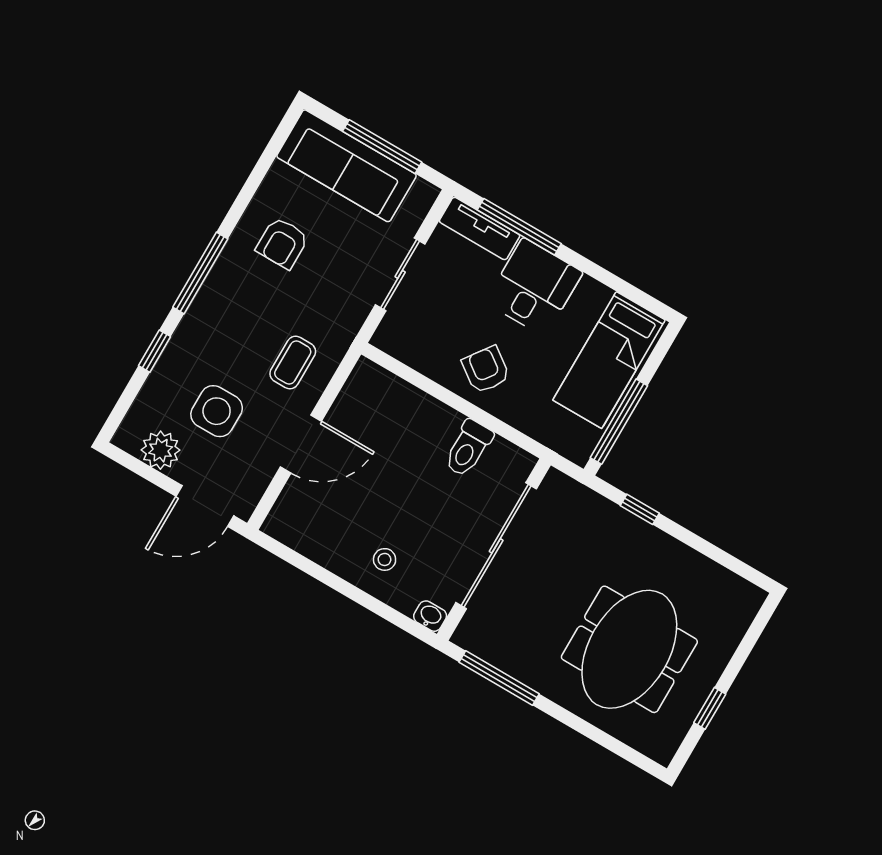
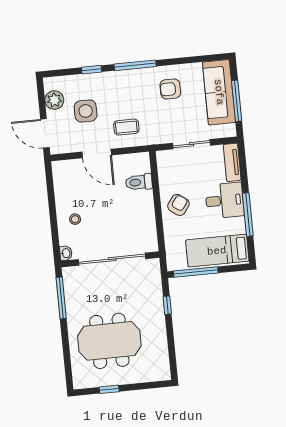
window: (519, 227) -> (248, 215), moved
toilet: (468, 448) -> (139, 182), moved

